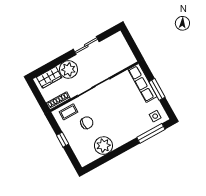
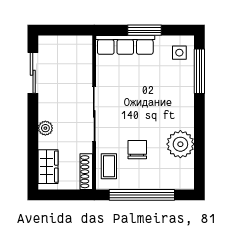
sliding door: (86, 46) -> (33, 73), moved
plant: (68, 69) -> (45, 128), width x0.53, depth x0.53
window: (63, 140) -> (142, 195), width x3.17

